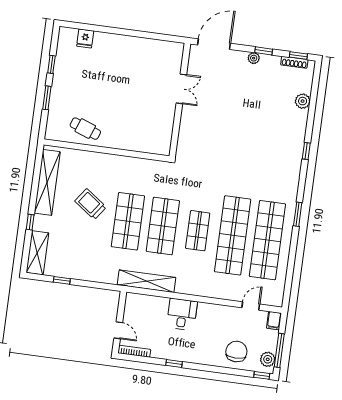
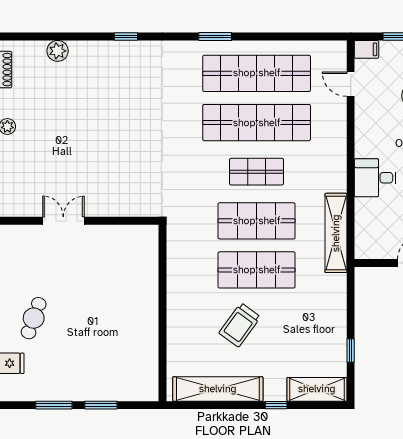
window: (51, 64) -> (54, 405), width x1.50
cafe table: (85, 129) -> (34, 318), moved

